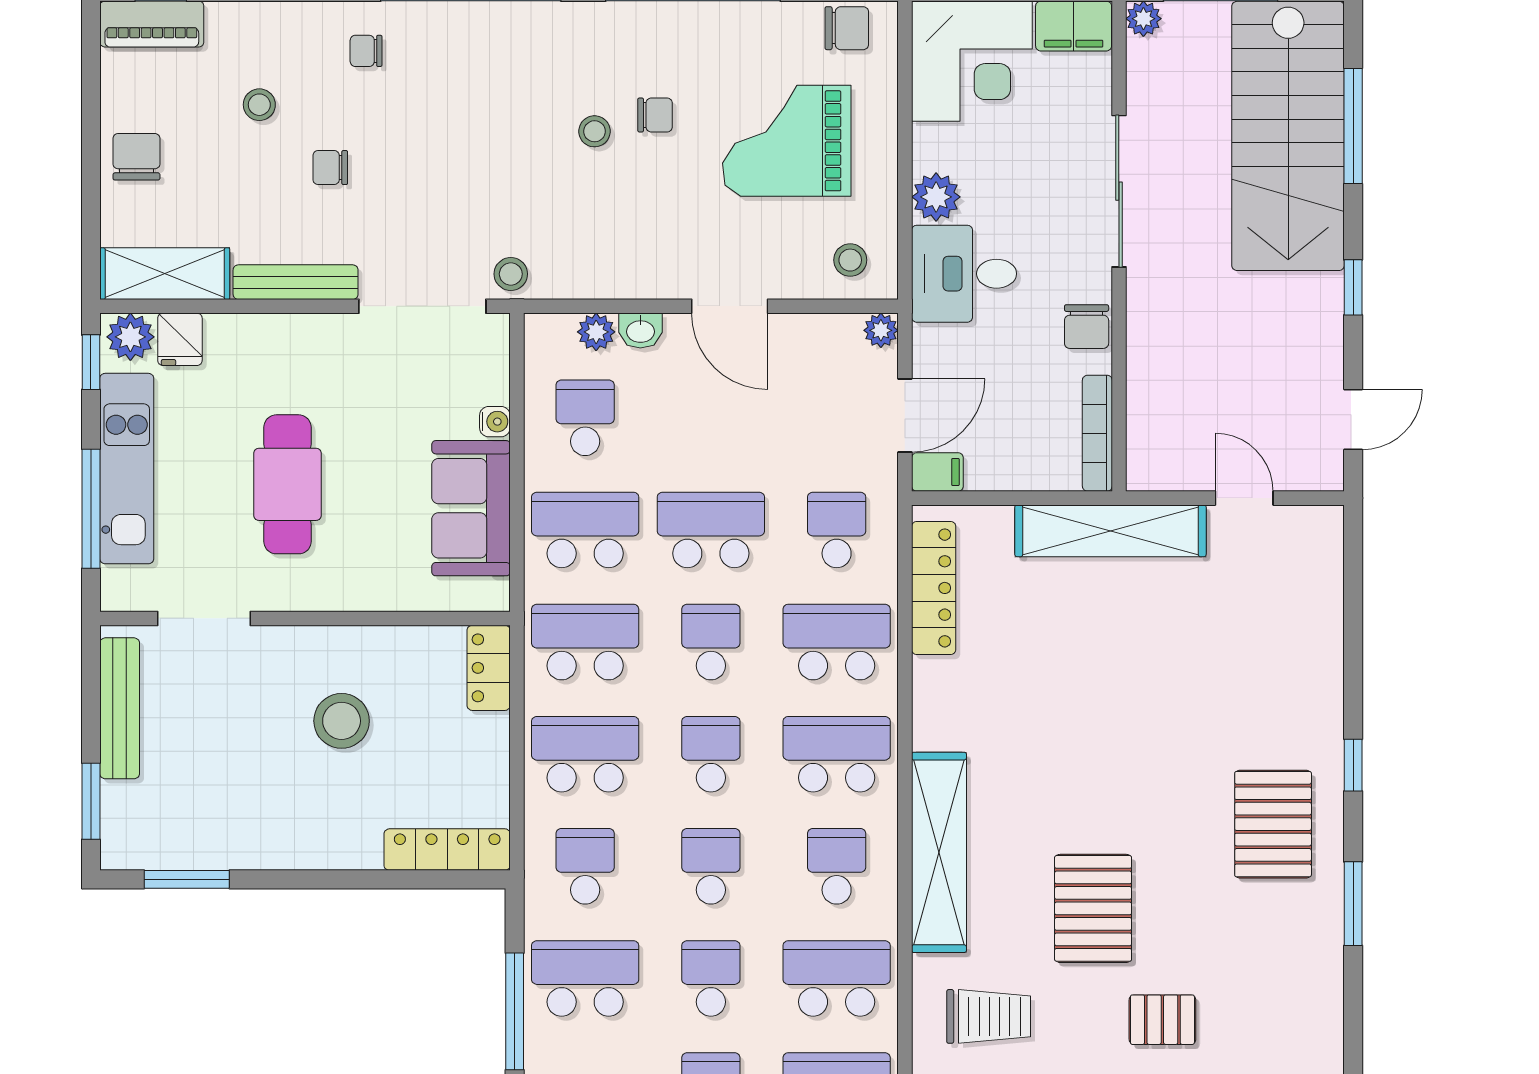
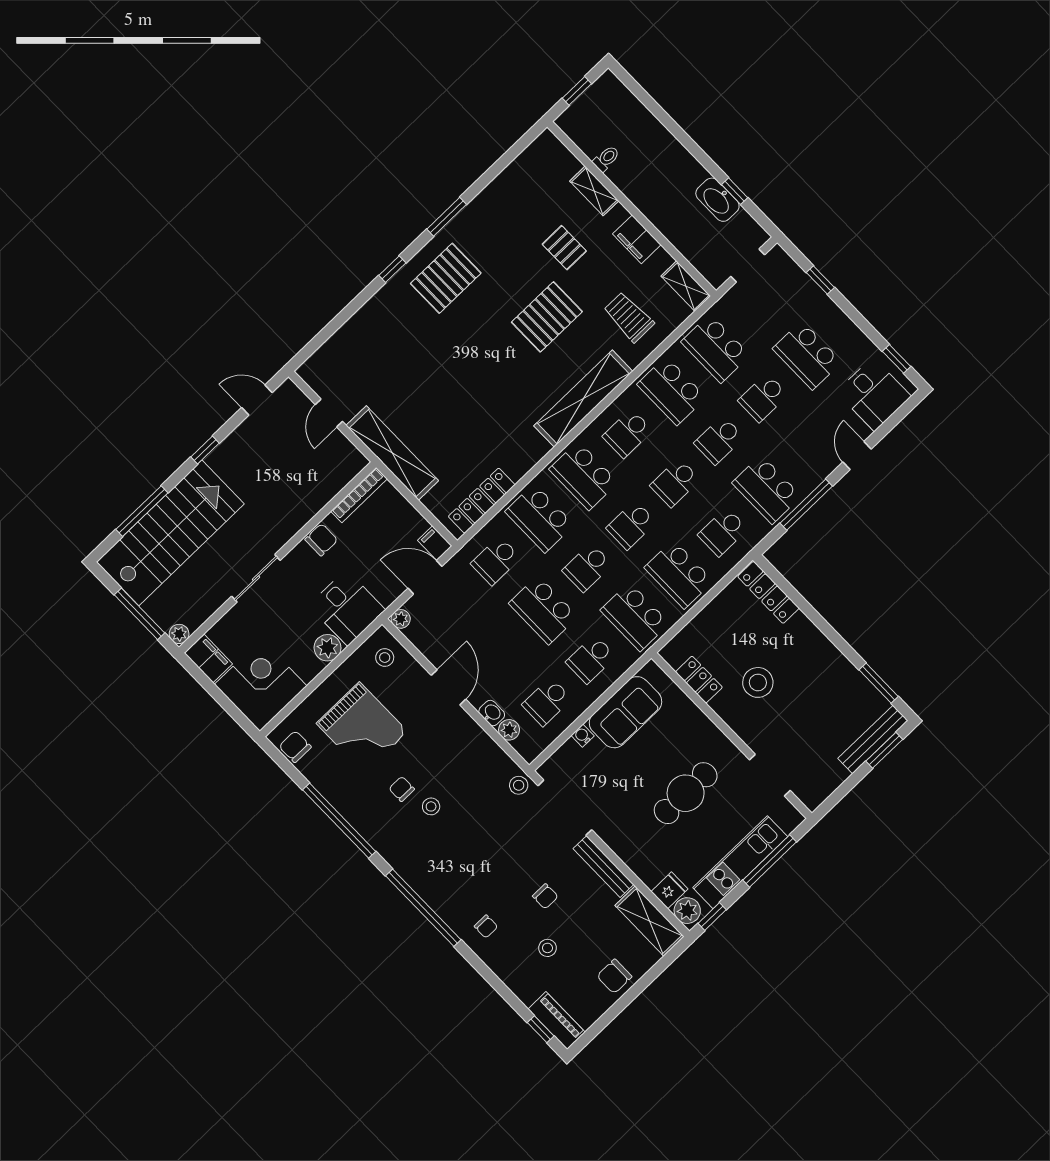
sliding door: (1119, 191) -> (256, 578), width x0.73
school desk: (585, 530) -> (591, 659), width x0.54
locker: (489, 668) -> (699, 680), moved, turned -90
bench: (120, 708) -> (873, 740), moved

